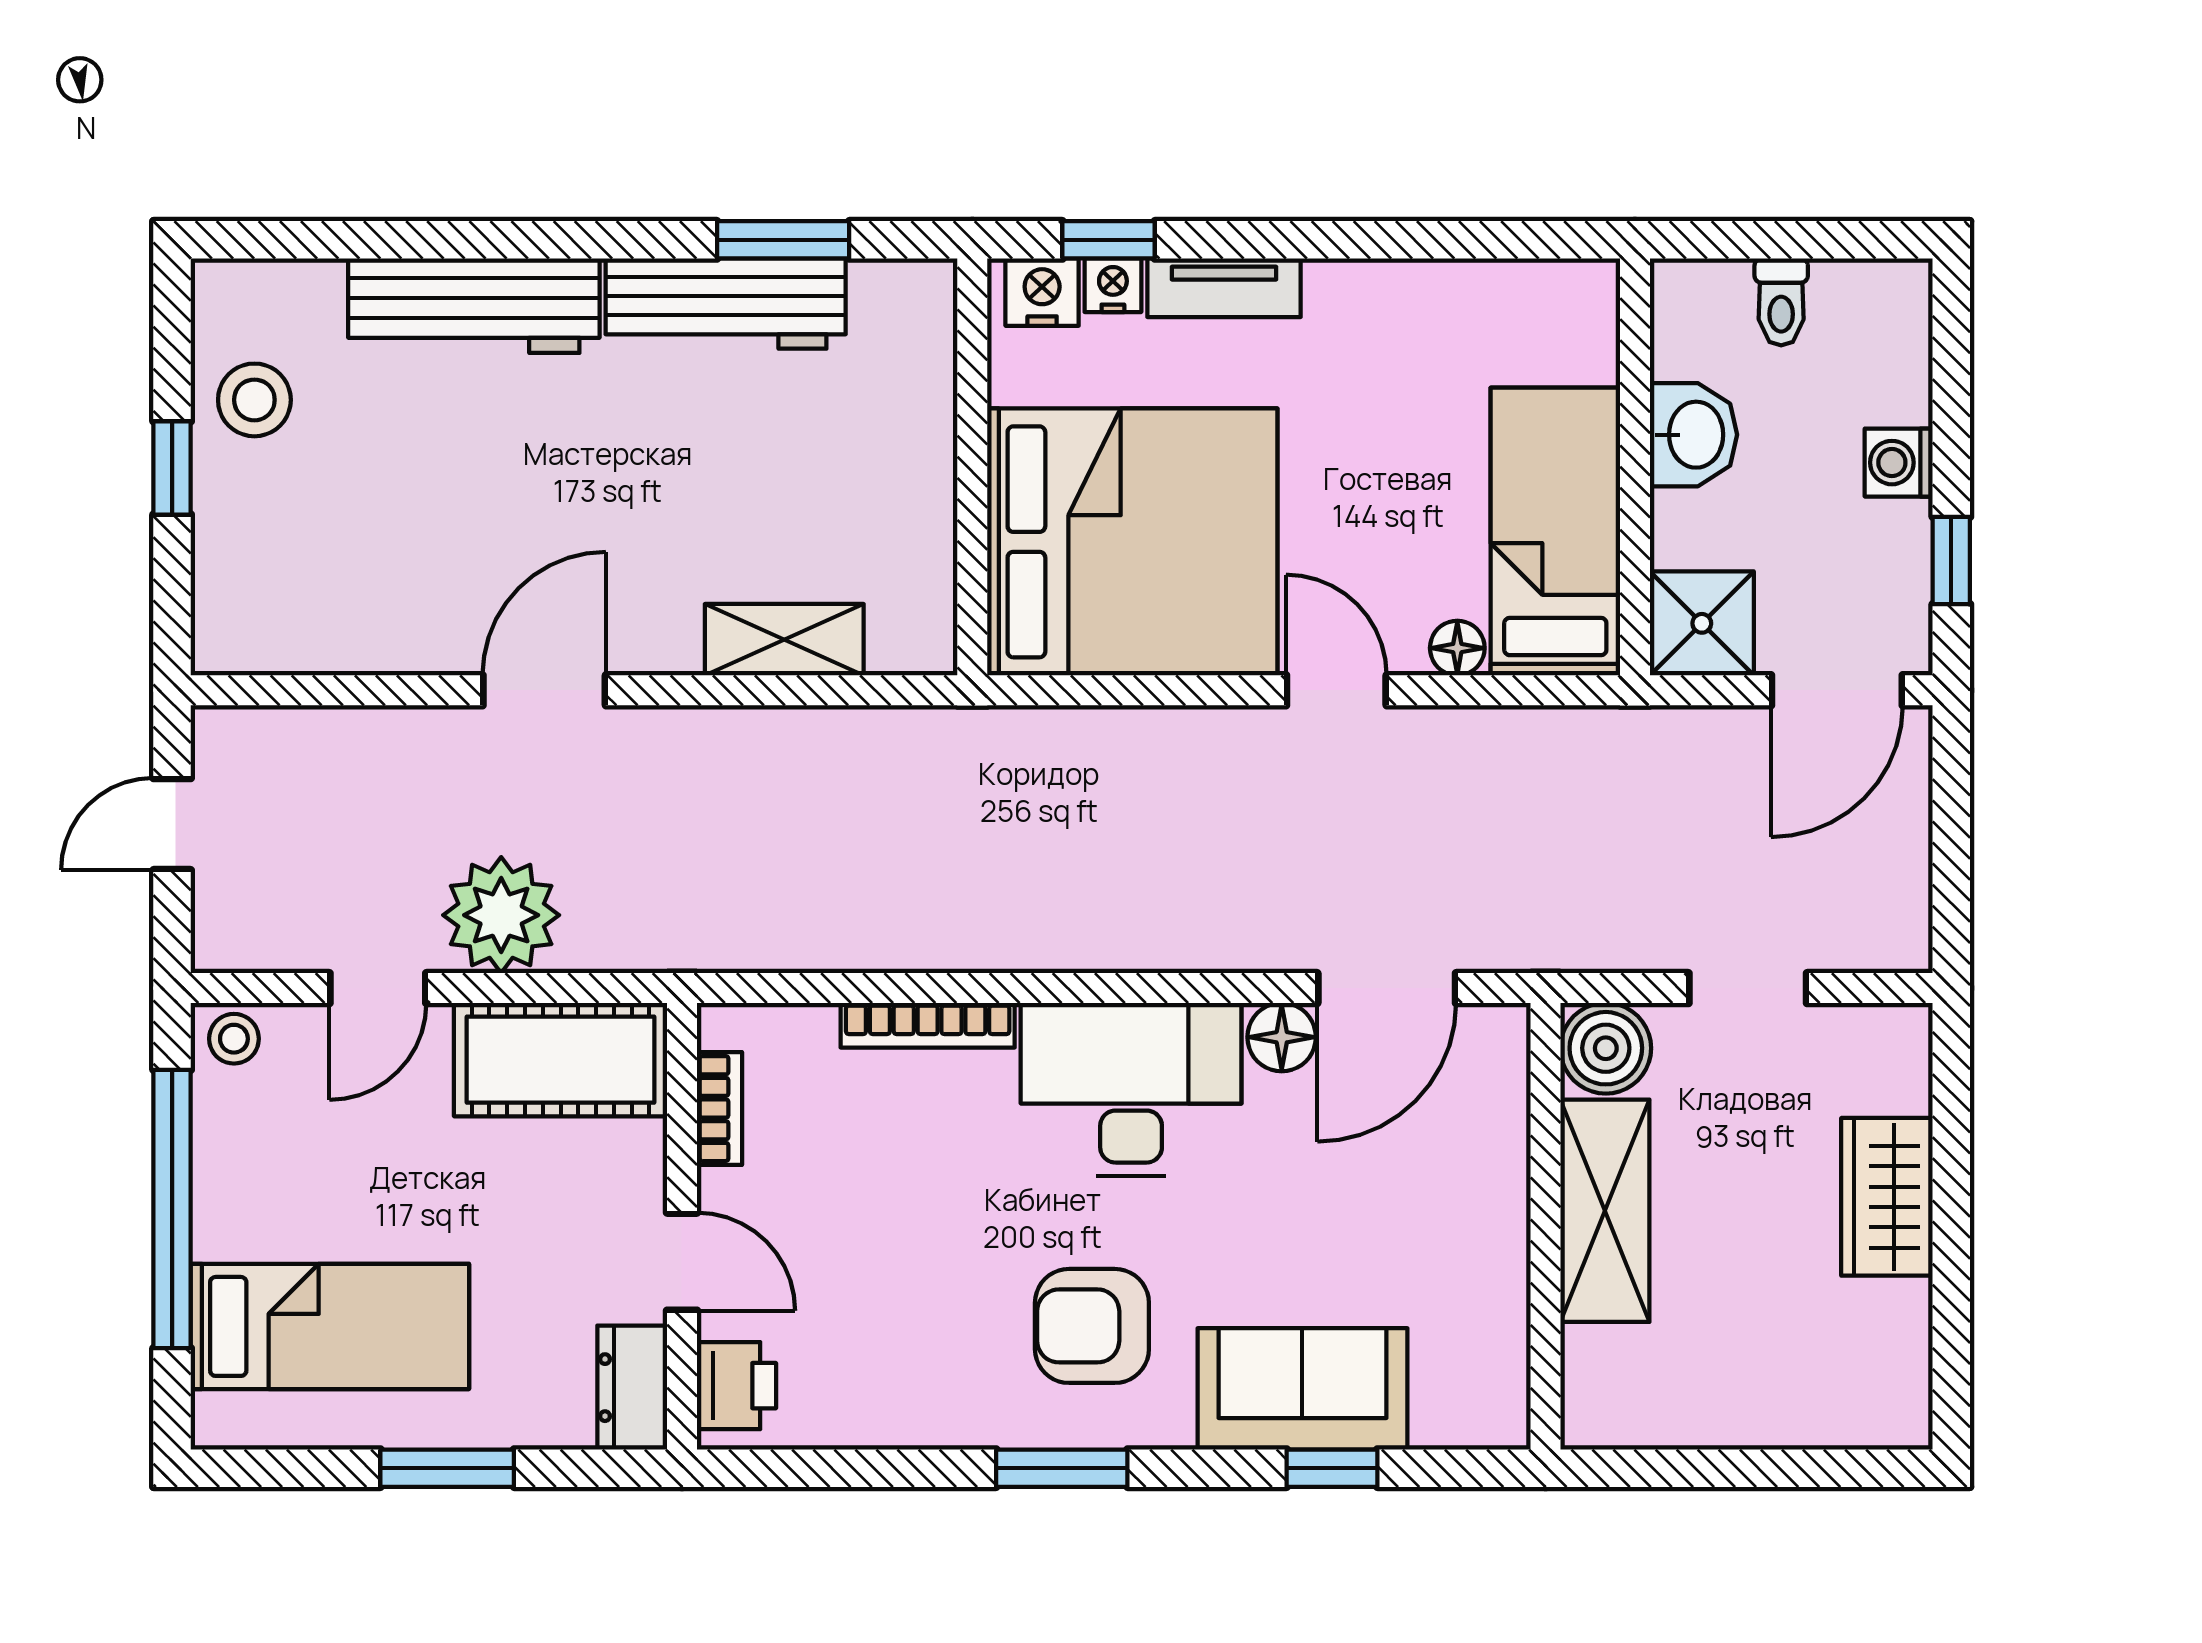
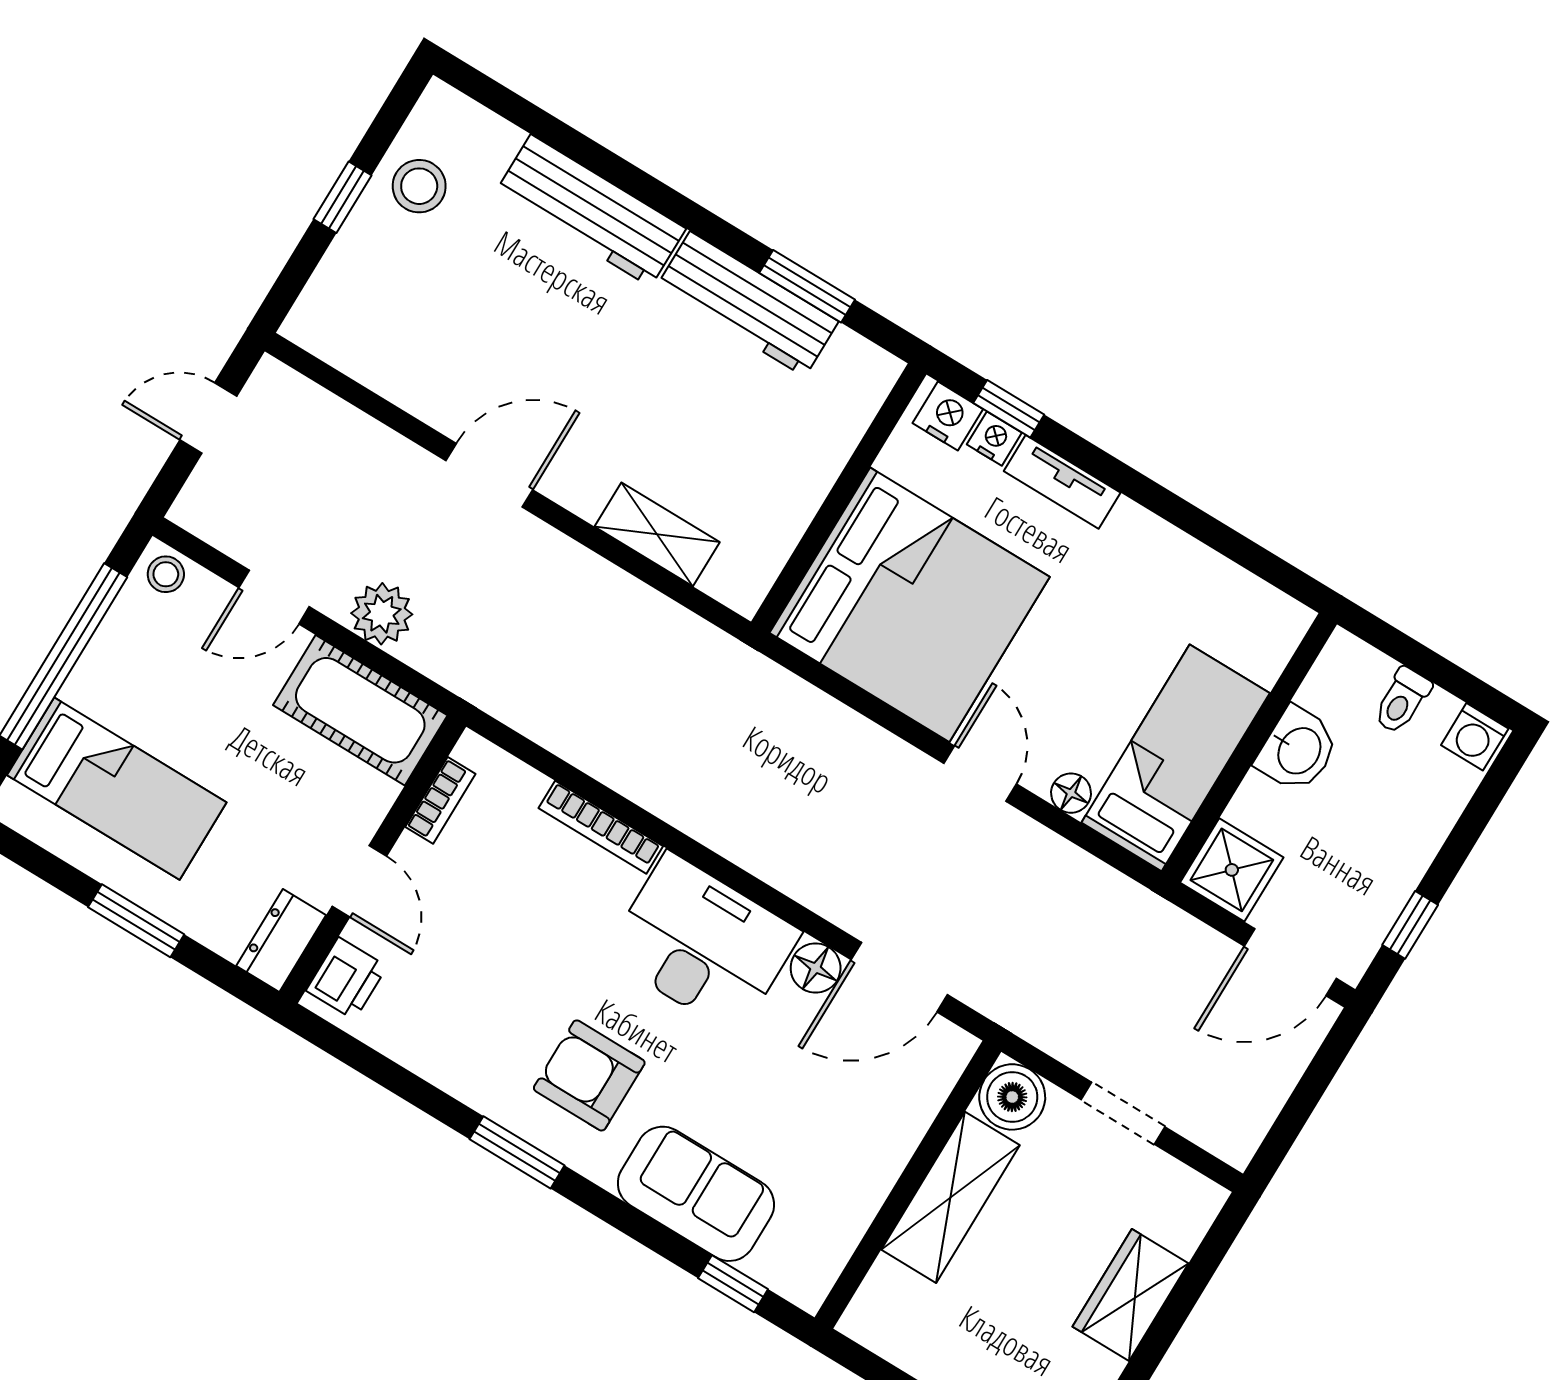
washing machine: (1899, 463) -> (1475, 737), moved, turned -90
plant: (501, 915) -> (382, 614), width x0.73, depth x0.73
window: (1332, 1468) -> (733, 1284), moved

